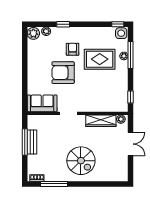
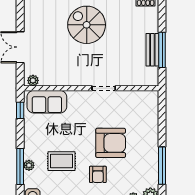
window: (25, 56) -> (162, 166), added
rug: (100, 59) -> (61, 161), width x0.73, depth x0.70
sofa: (42, 103) -> (47, 102), moved
wardrobe: (101, 121) -> (60, 78), removed

